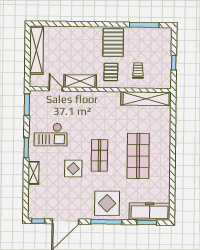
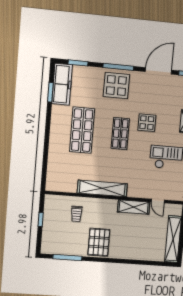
pallet: (111, 72) -> (103, 214), removed
shelving: (146, 99) -> (102, 188), moved
window: (172, 191) -> (50, 92), added
freezer: (150, 211) -> (62, 84), moved, turned -90

